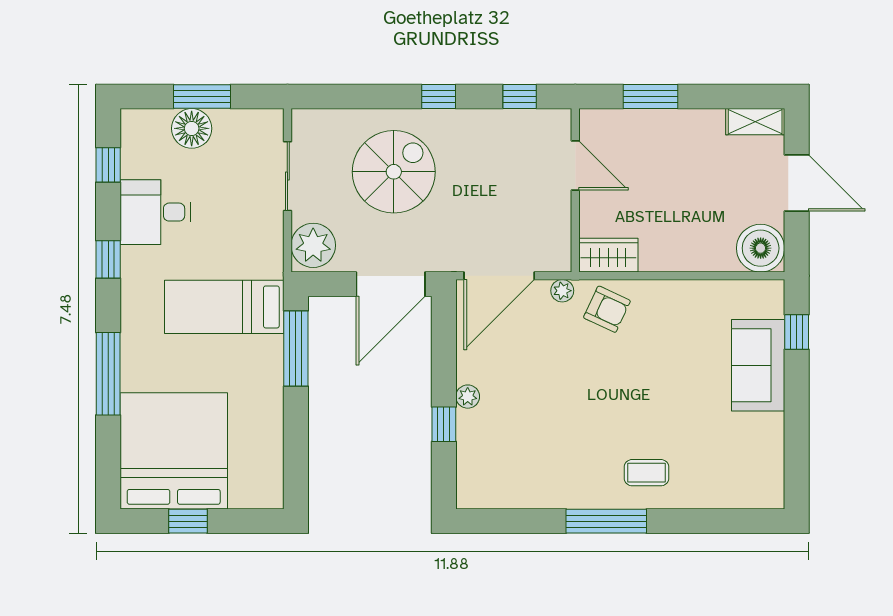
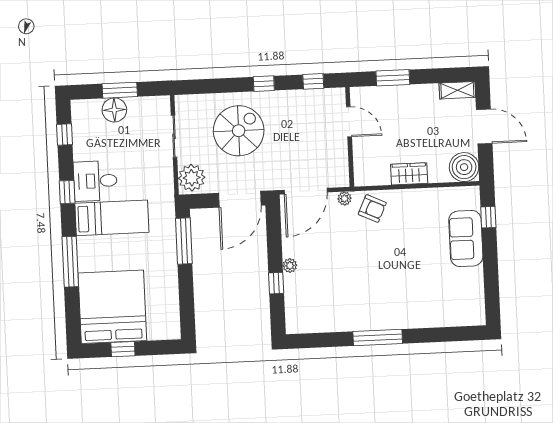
desk: (155, 212) -> (95, 181), moved
wardrobe: (608, 255) -> (409, 174), moved
bed: (224, 307) -> (112, 218), moved, turned 180
coffee table: (646, 473) -> (401, 307), removed

